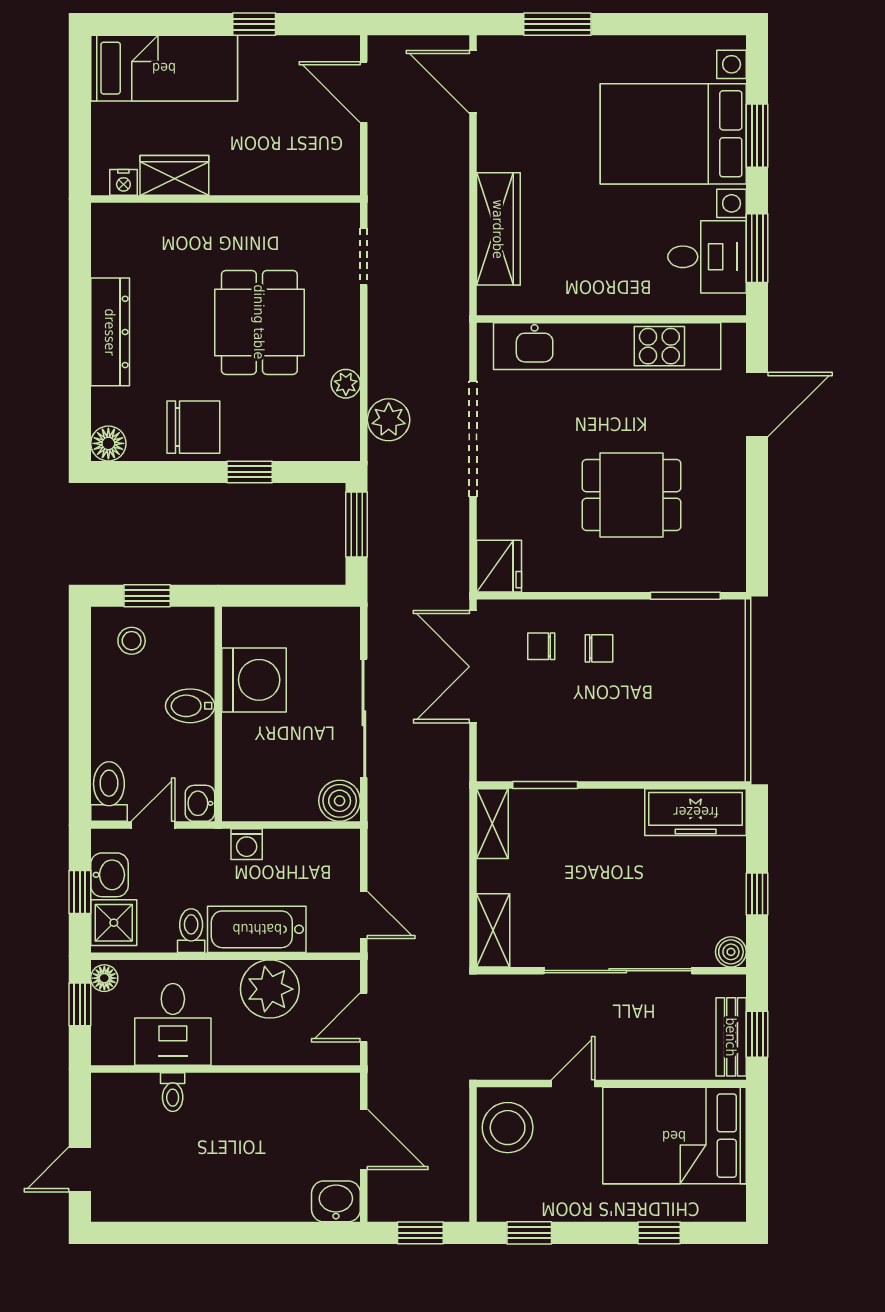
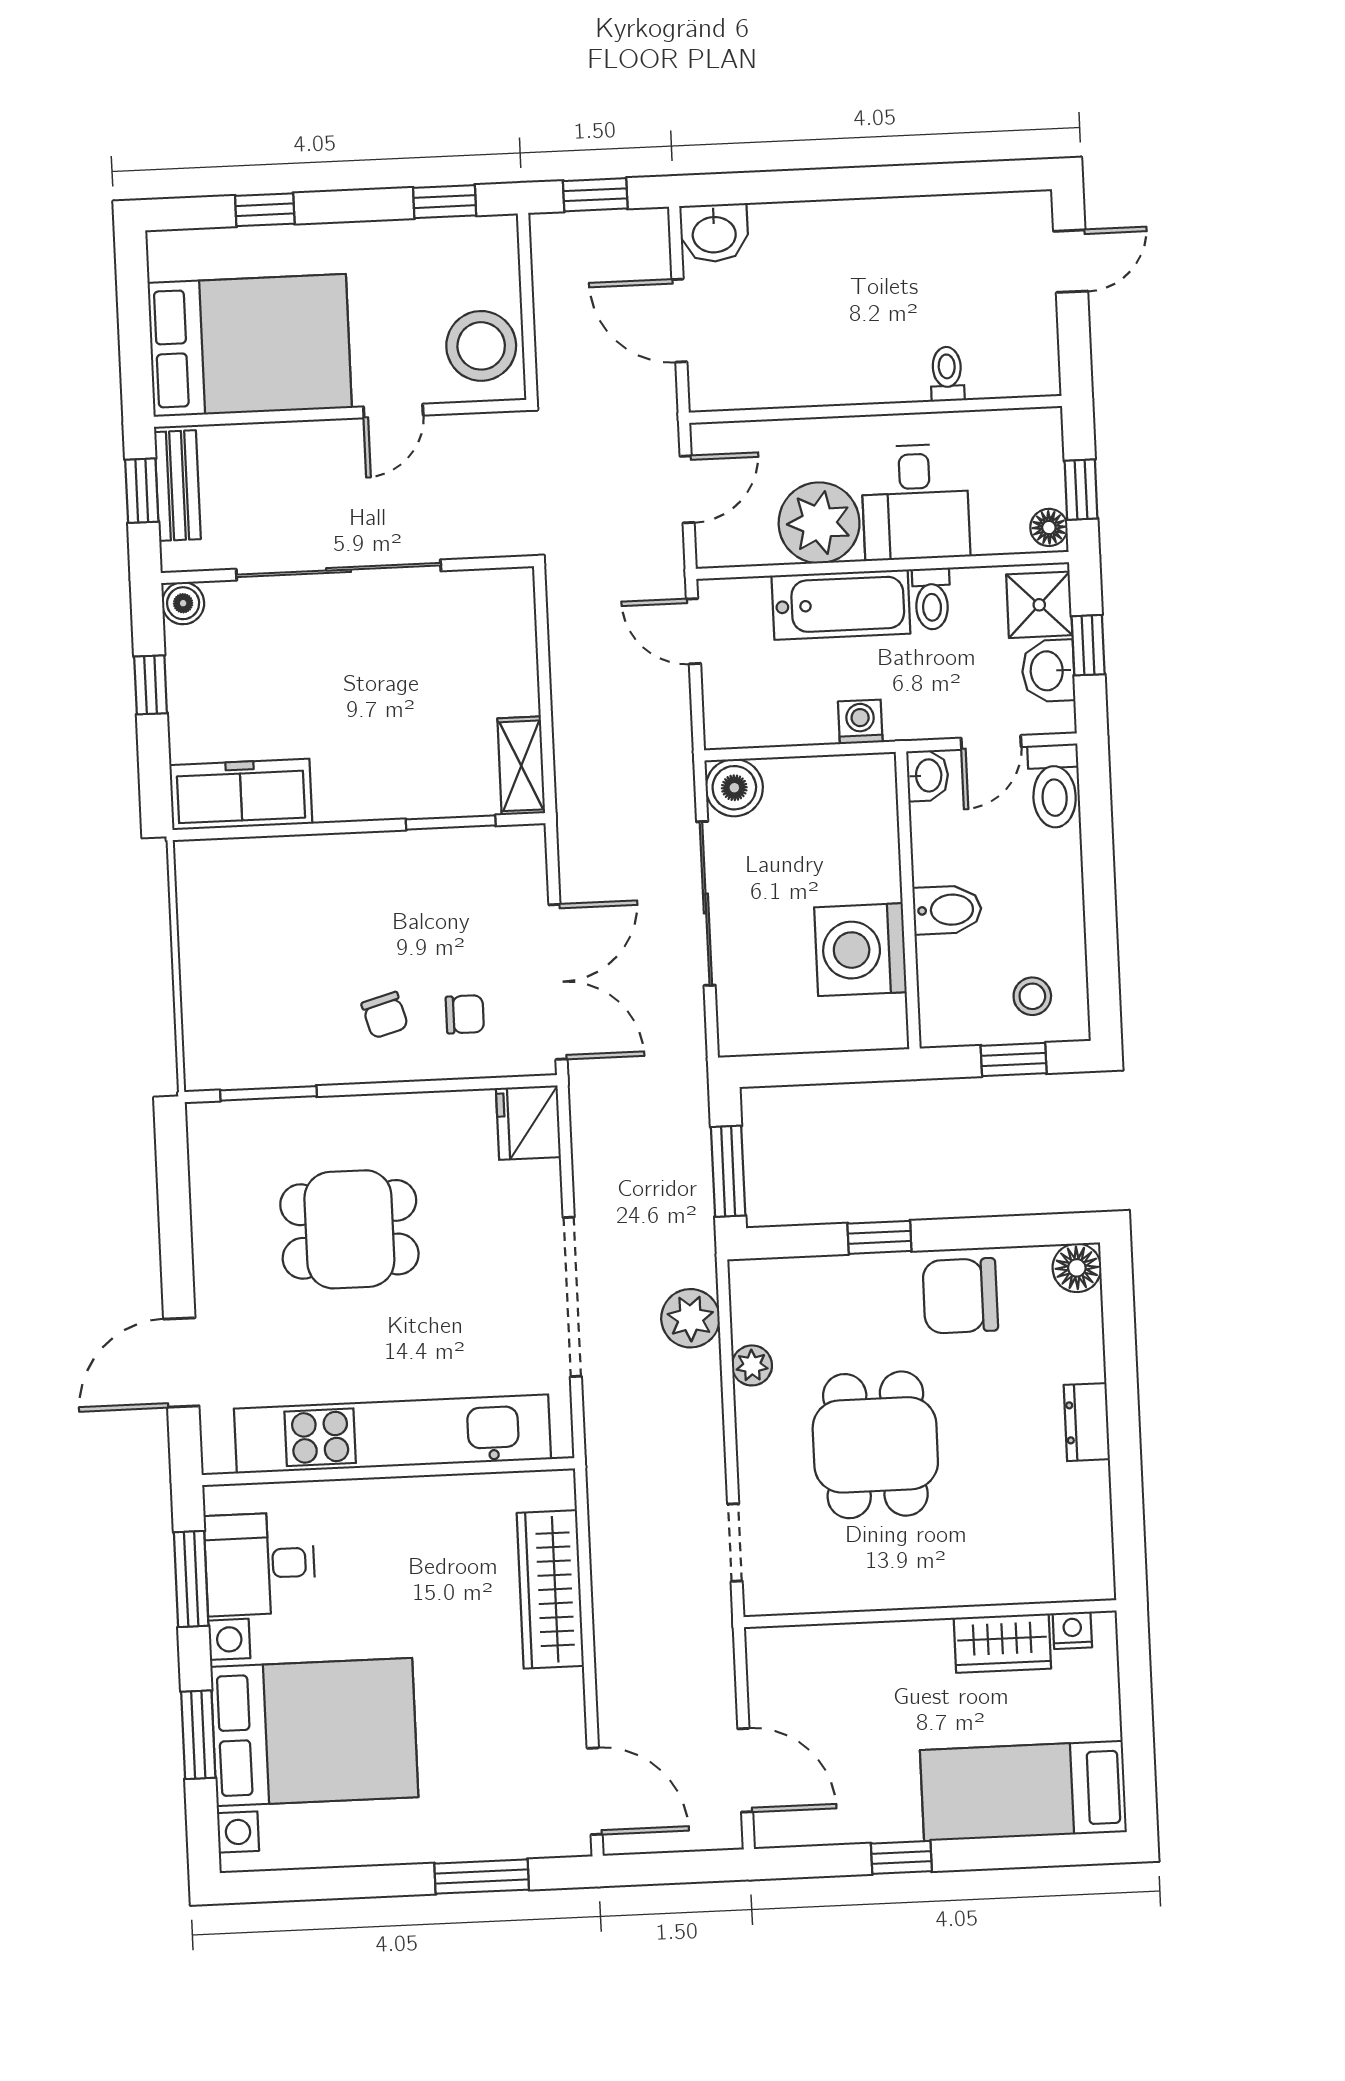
dresser: (110, 332) -> (1087, 1422), width x0.51, depth x0.80
chair: (599, 648) -> (385, 1015), turned -106
shelving: (493, 930) -> (513, 618), removed
desk: (173, 1024) -> (915, 502), moved, turned 180

